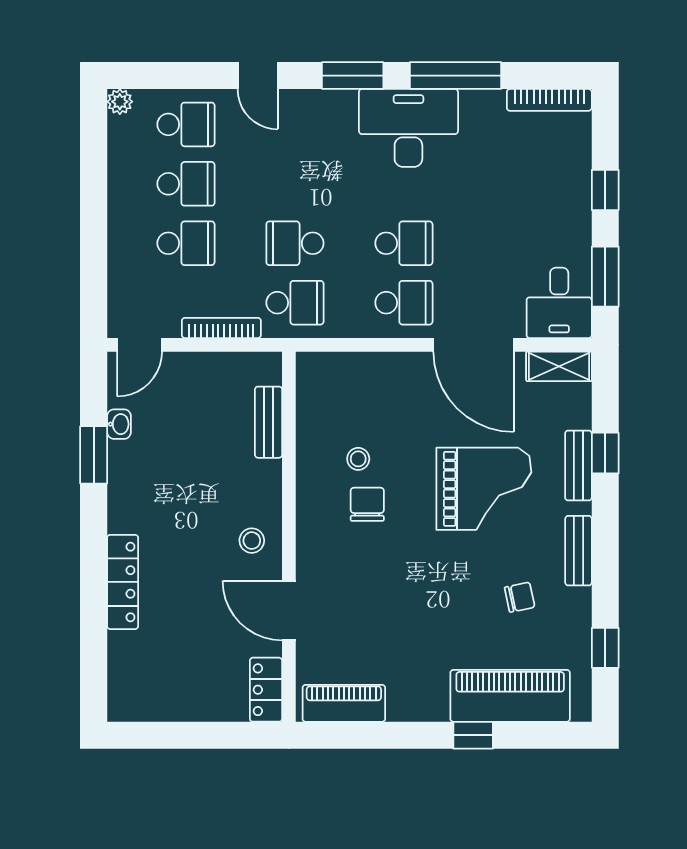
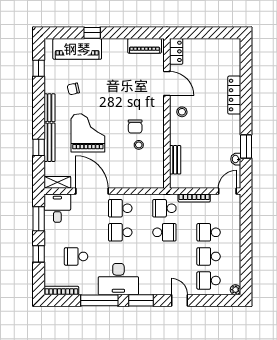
school desk: (513, 184) -> (76, 256), added
bench: (578, 466) -> (49, 142), width x1.36
grand piano: (484, 489) -> (88, 133), turned 90

